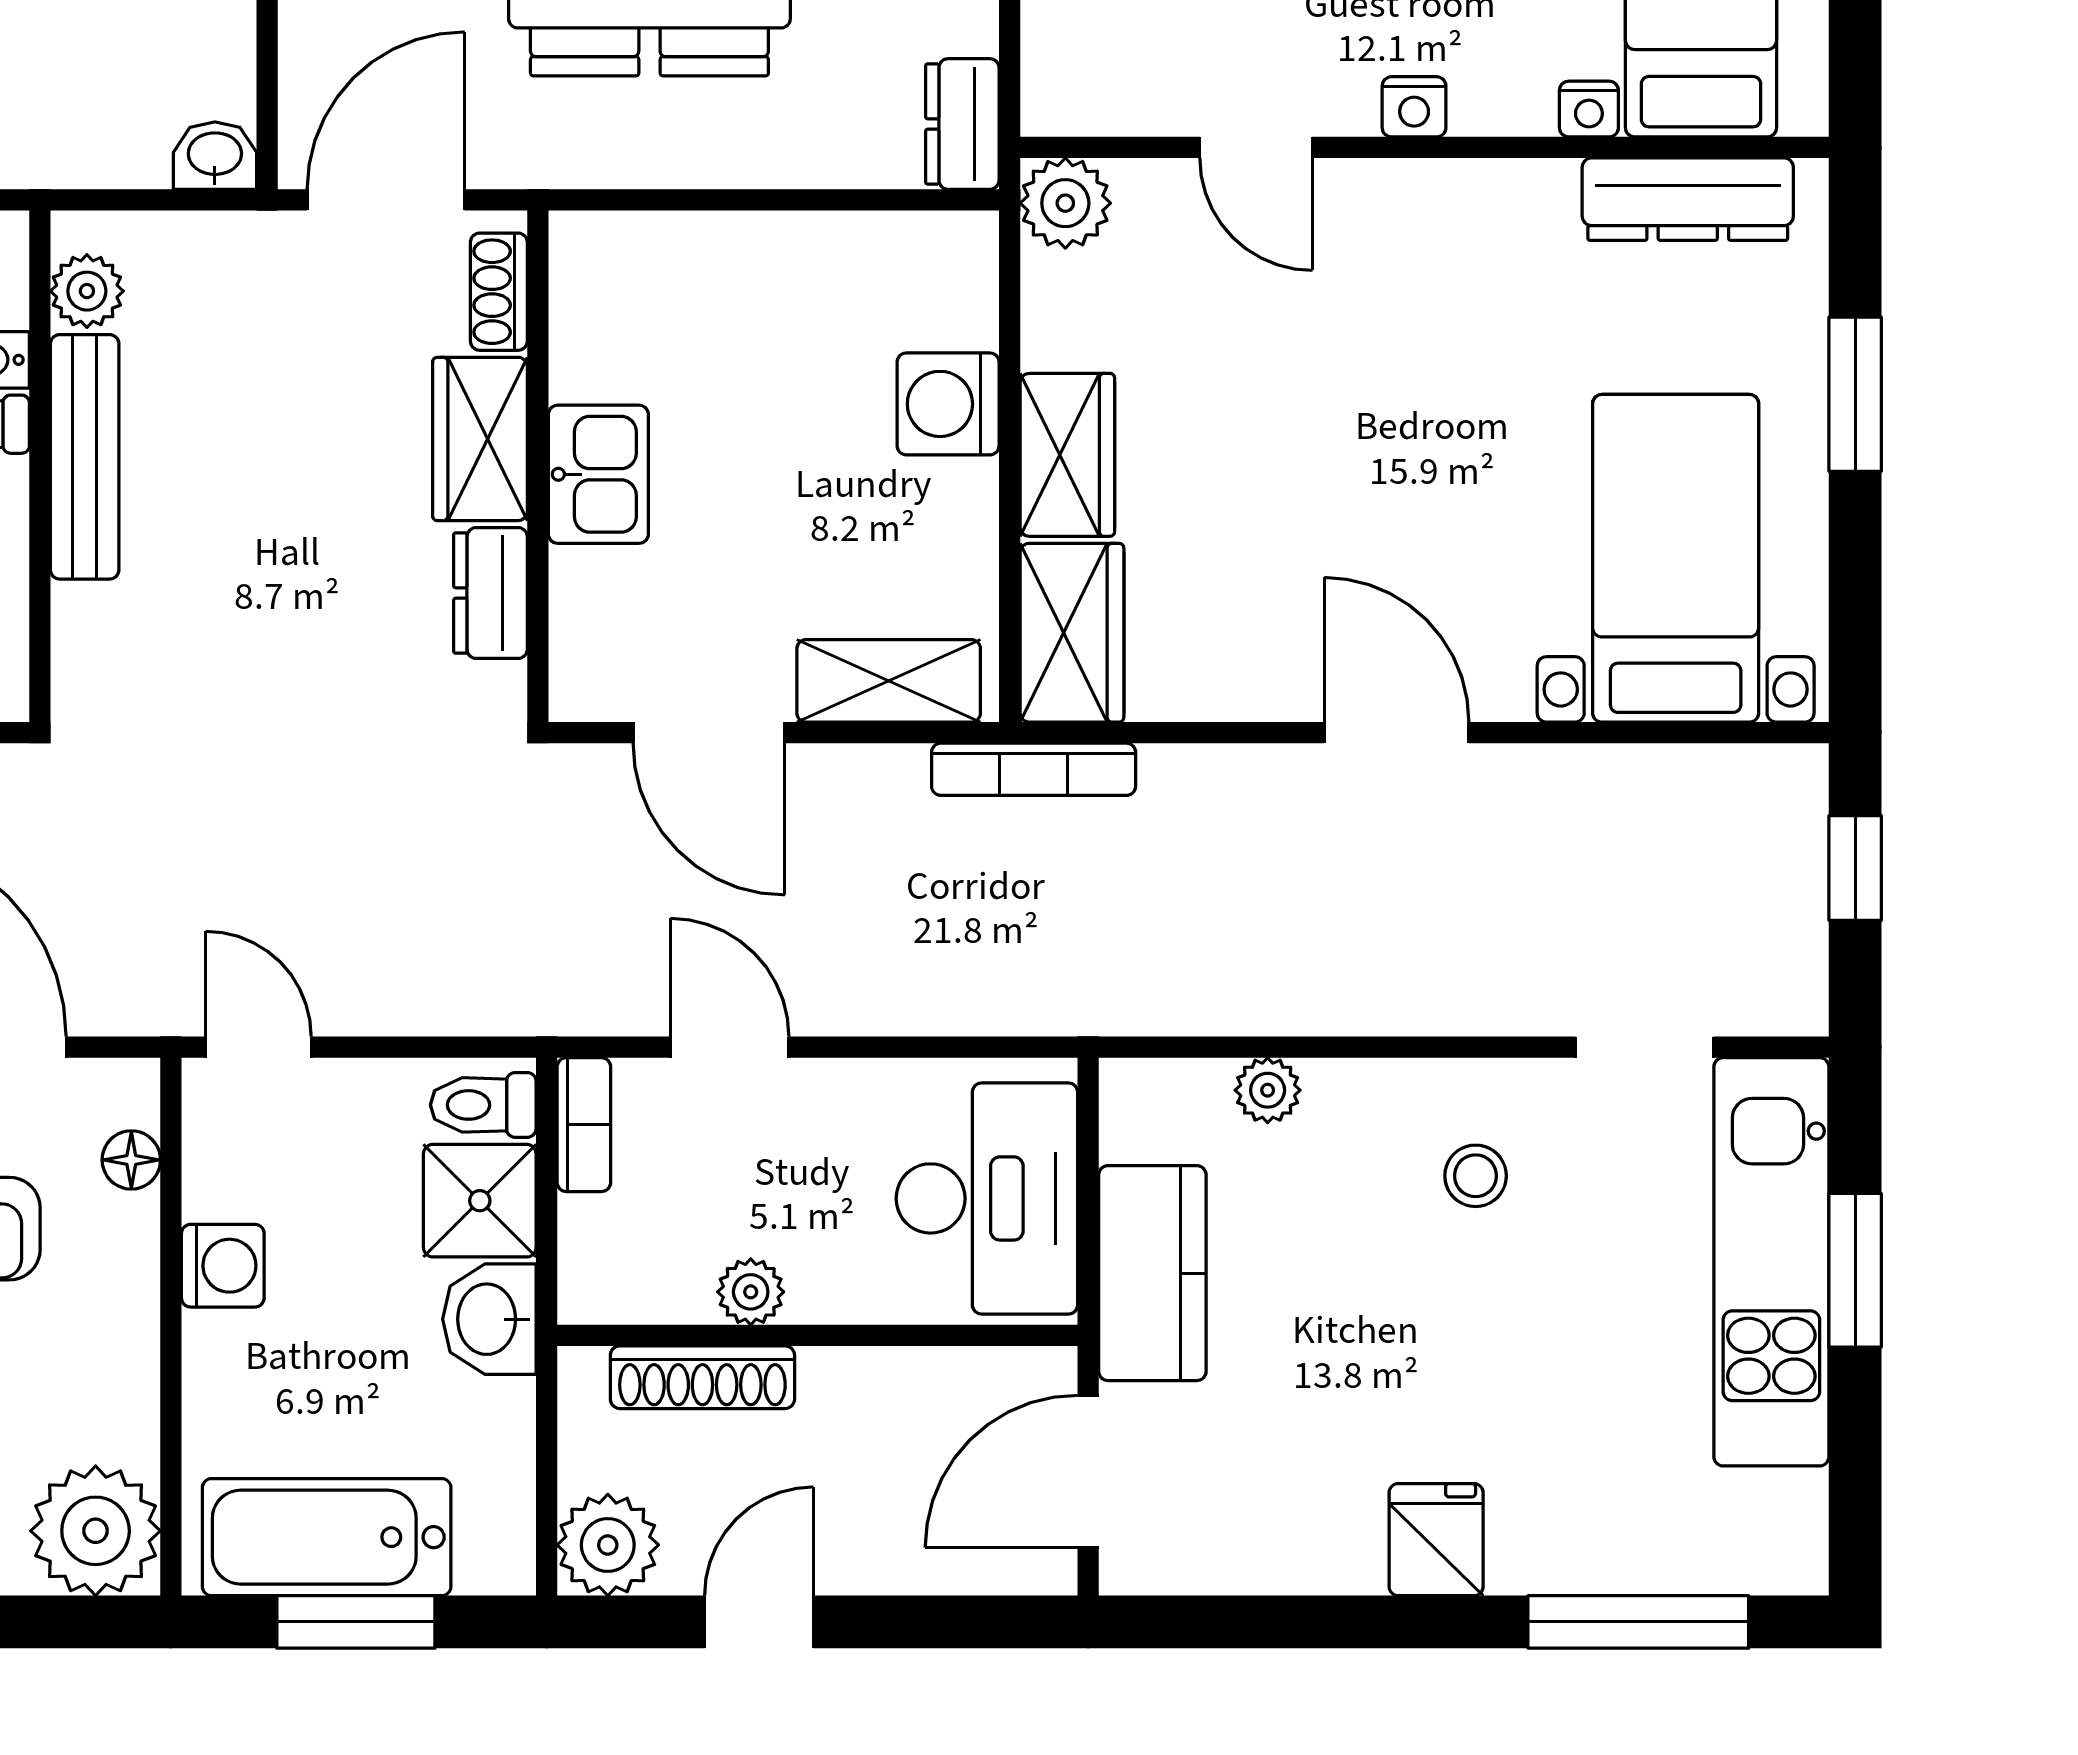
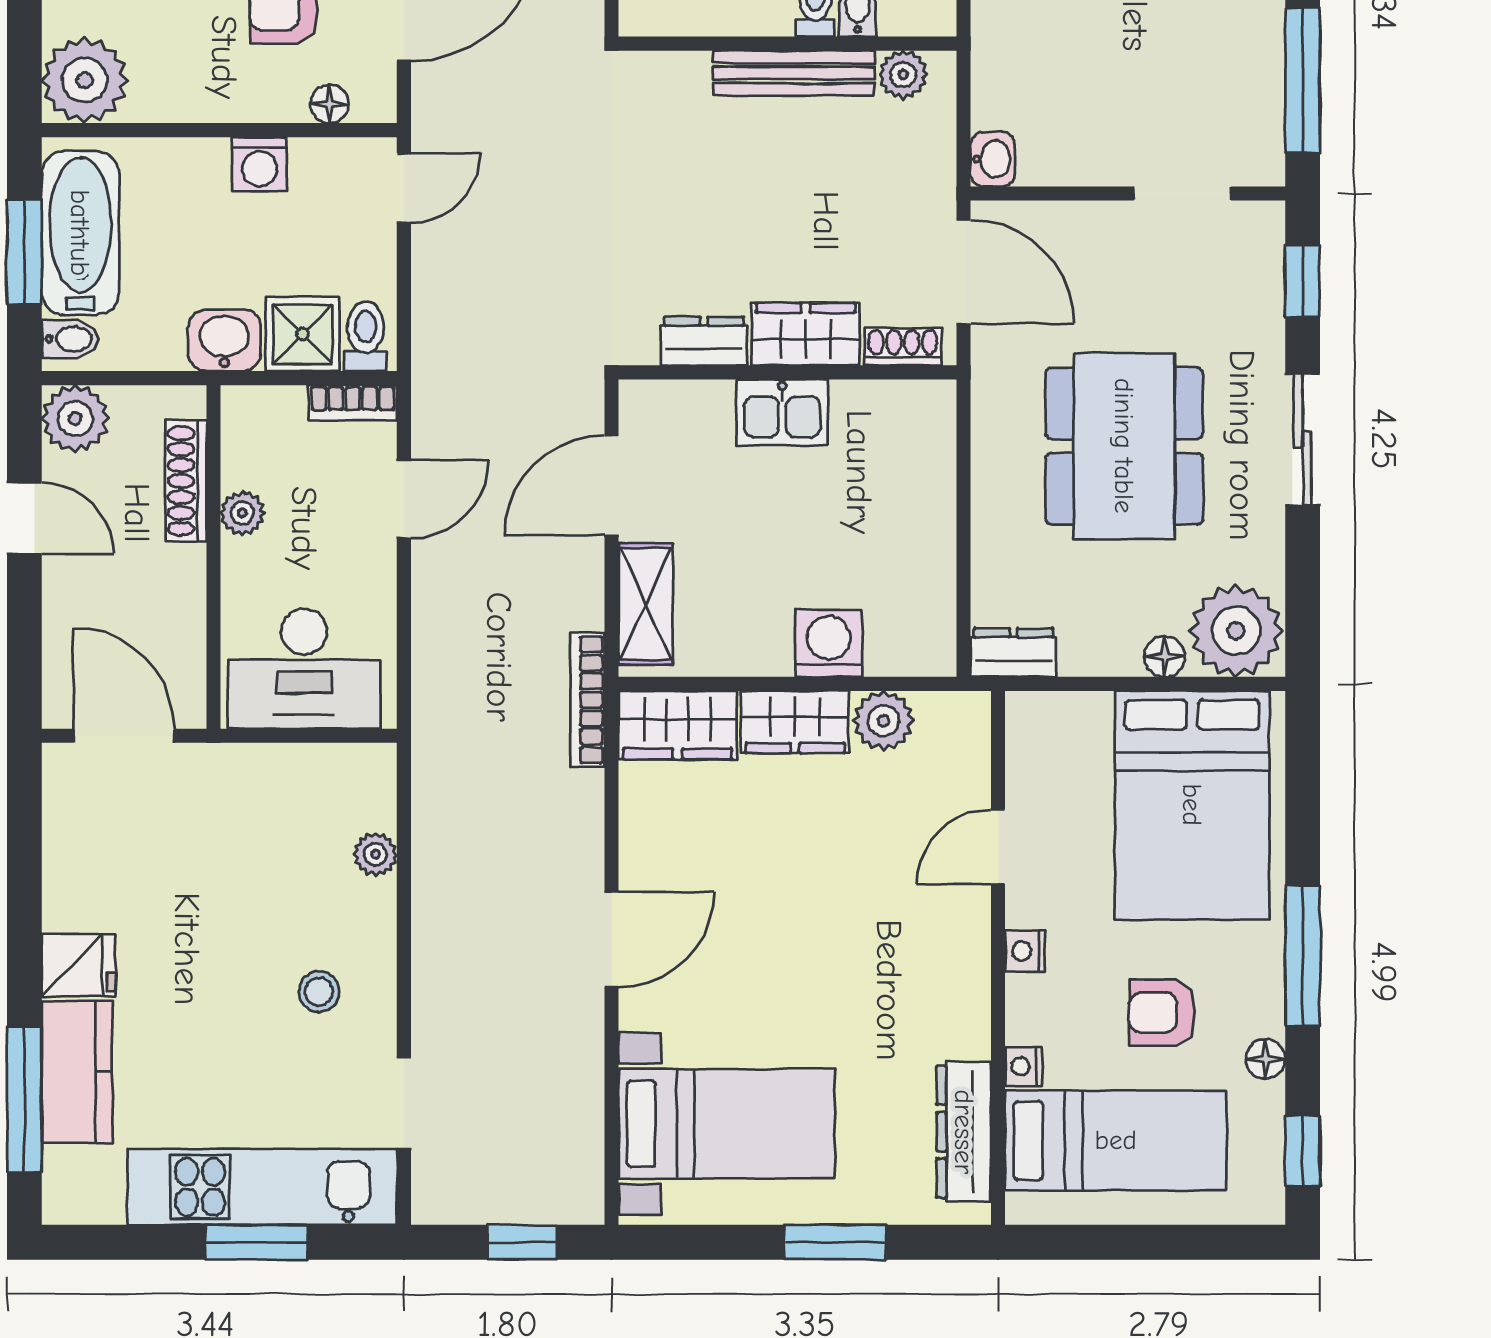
plant: (1065, 203) -> (883, 721), moved
kitchen counter: (1152, 1273) -> (77, 1072), moved, turned -90
bidet: (487, 1553) -> (70, 339), added

